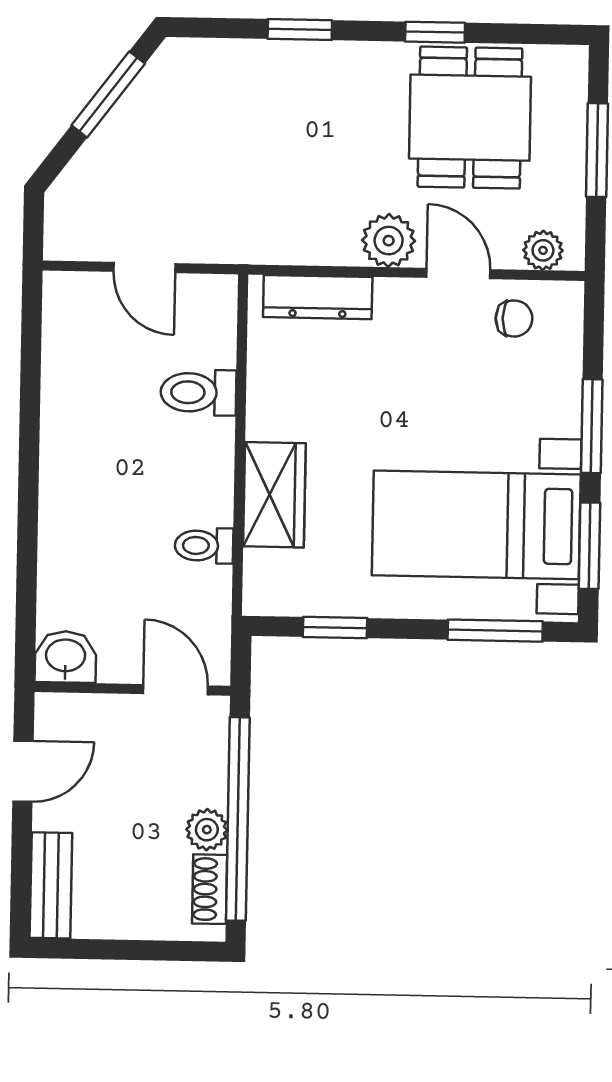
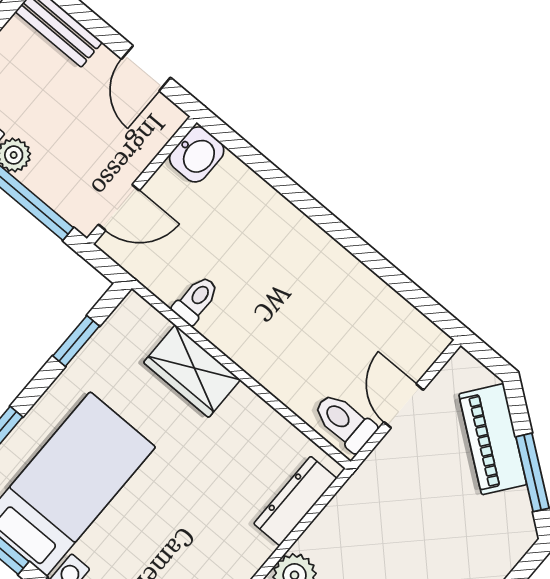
piano: (107, 158) -> (493, 439), added
door: (144, 267) -> (404, 406), hinge flipped
toilet: (198, 392) -> (345, 422), moved, turned -90

